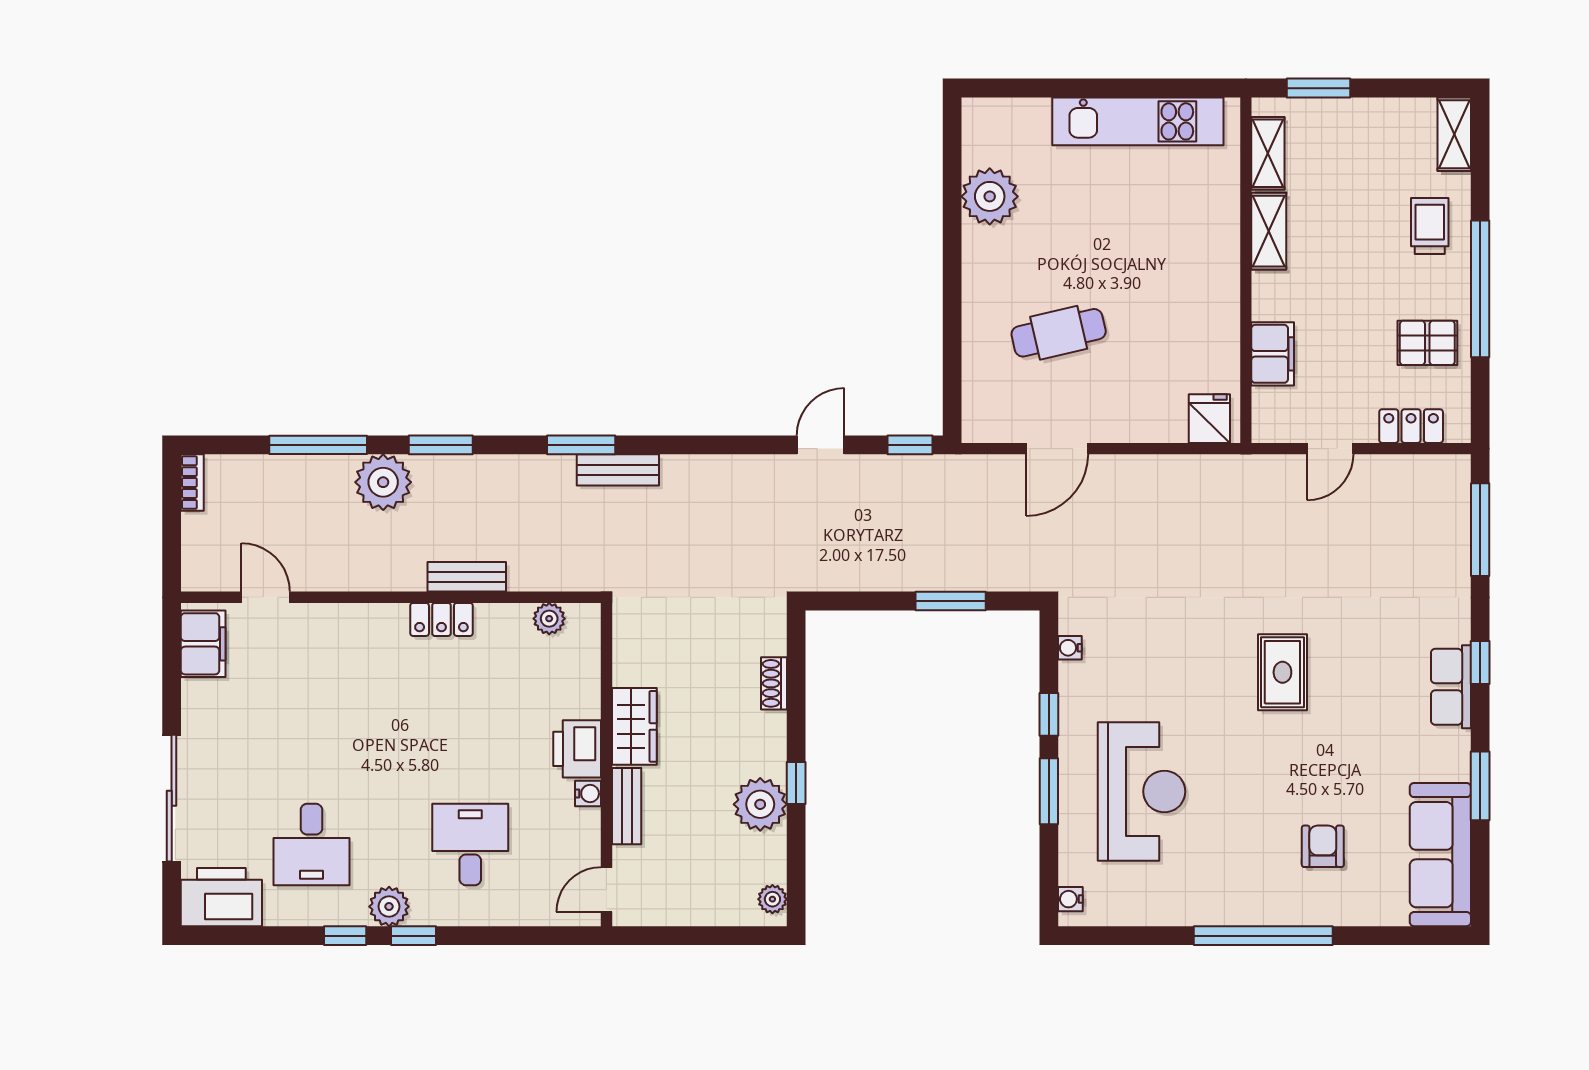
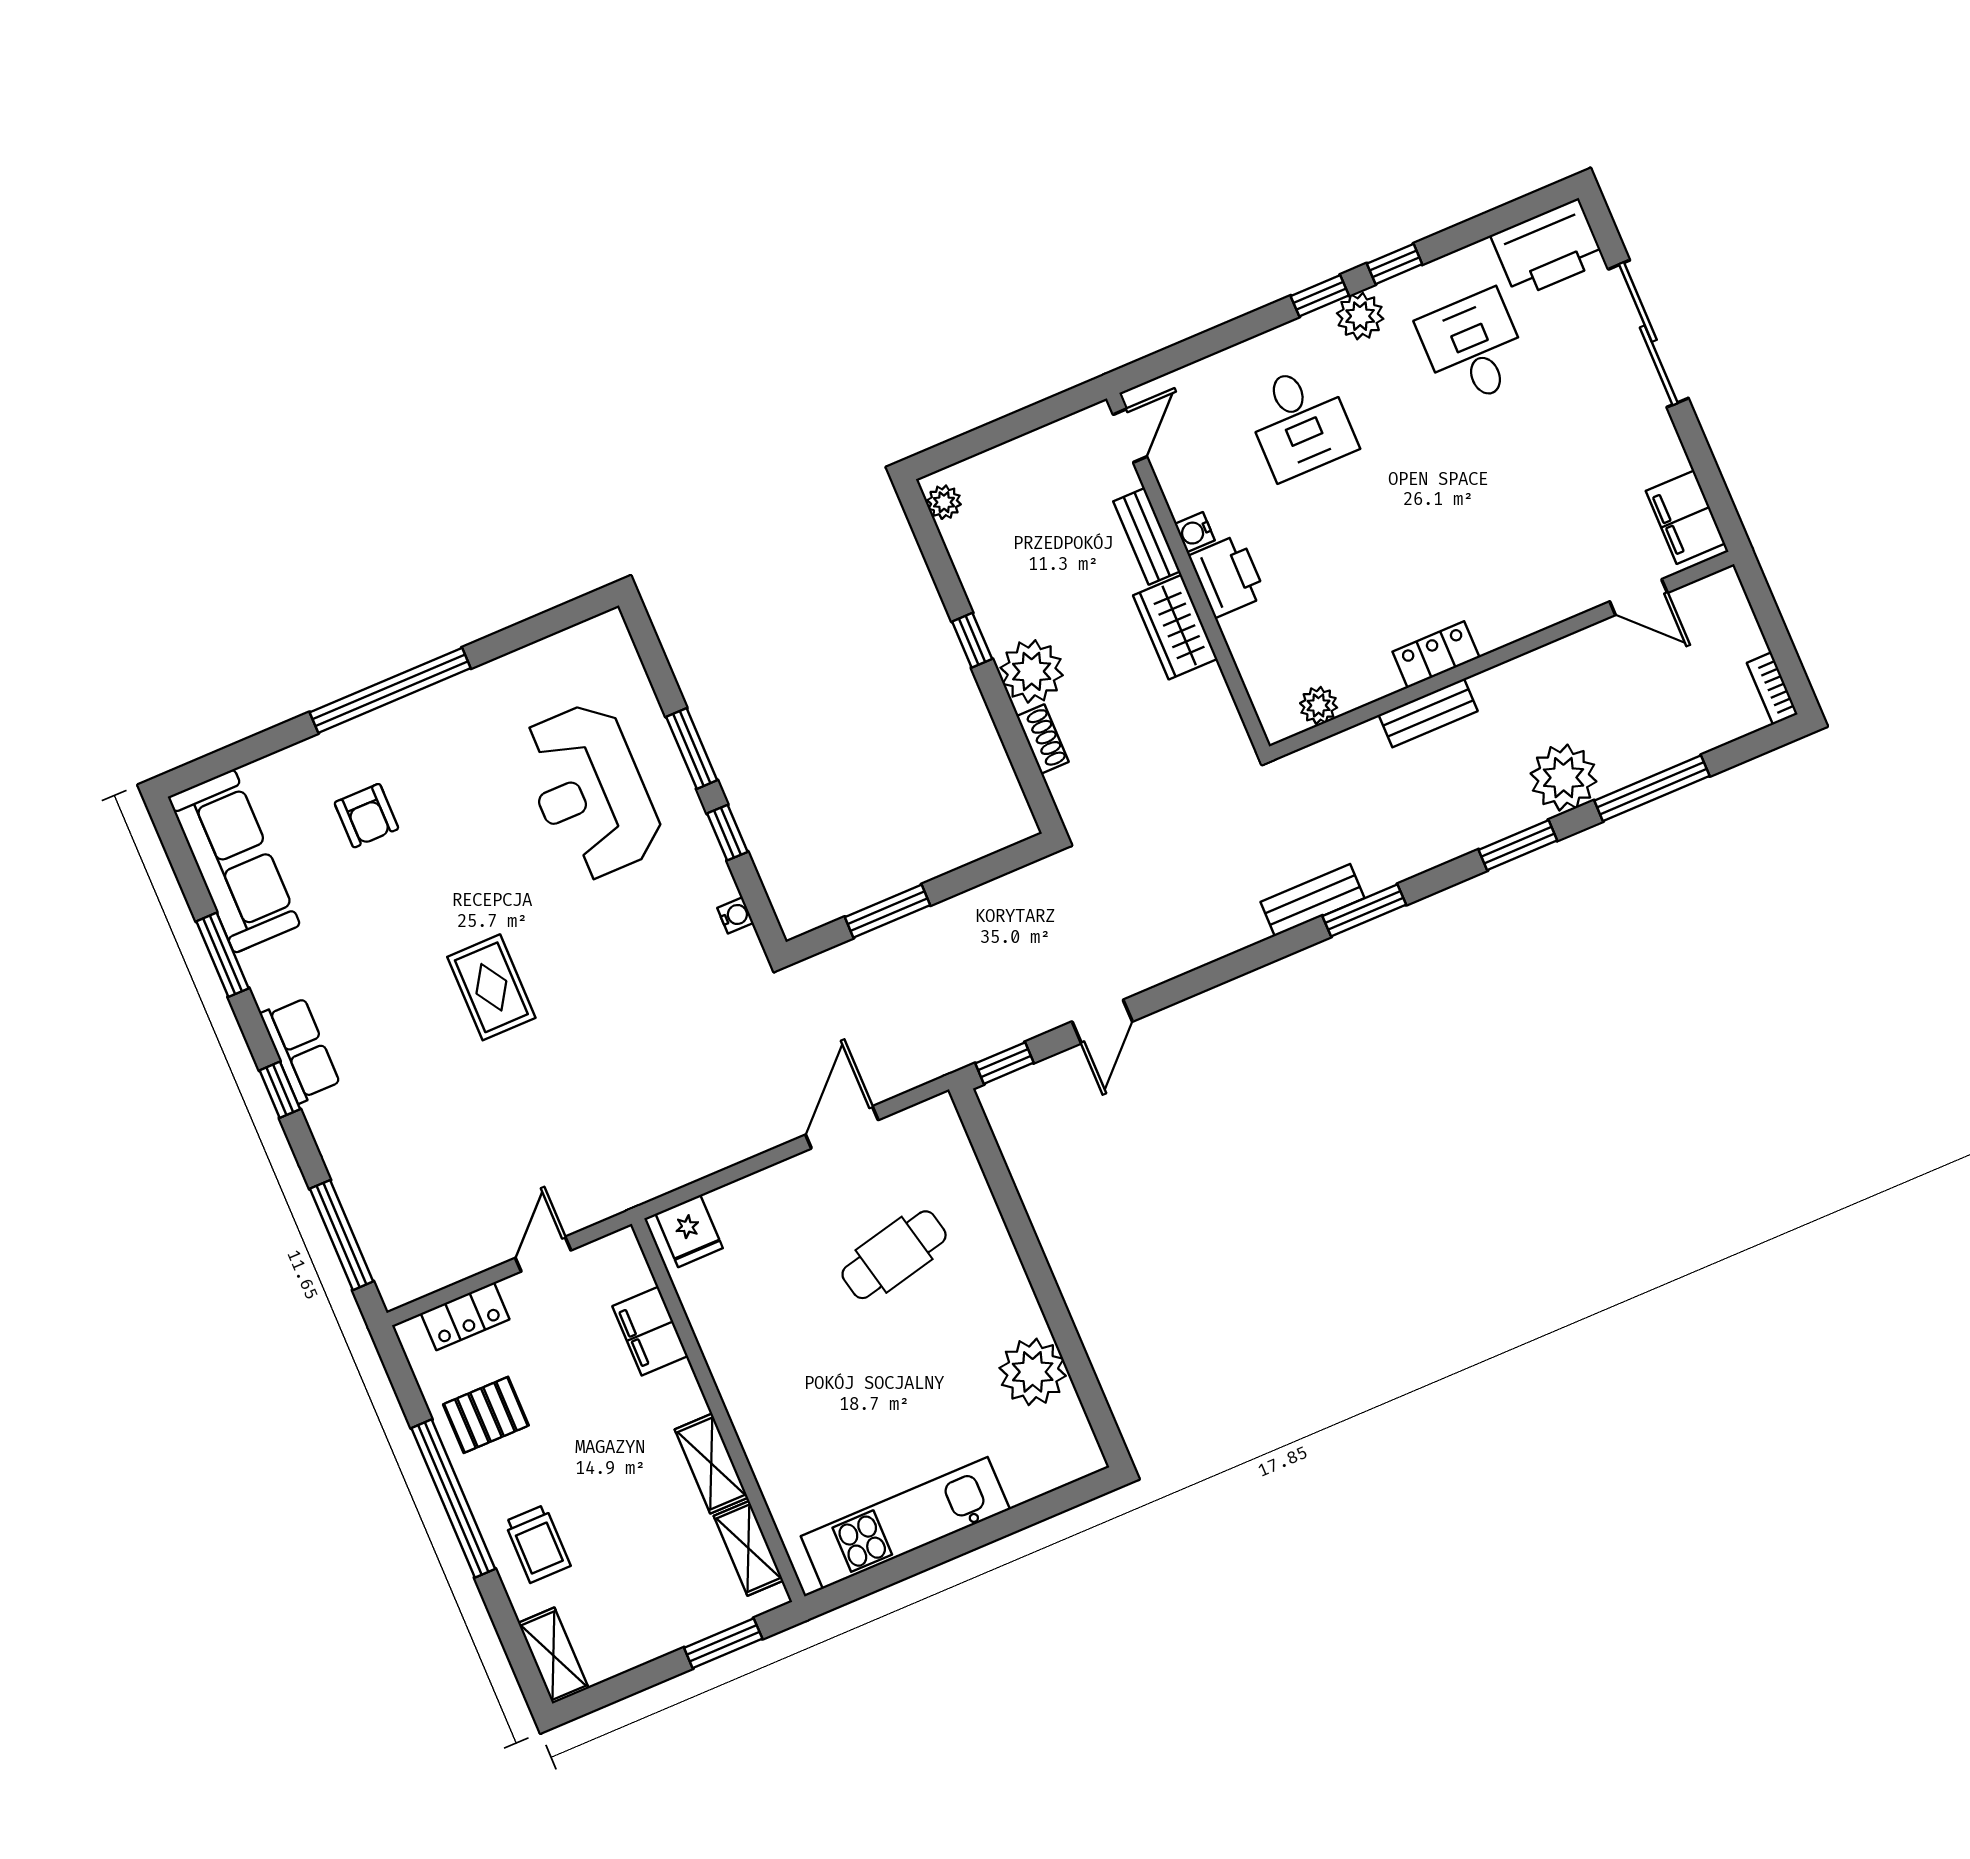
plant: (760, 804) -> (1032, 671), moved
water cooler: (1070, 899) -> (618, 641), removed

